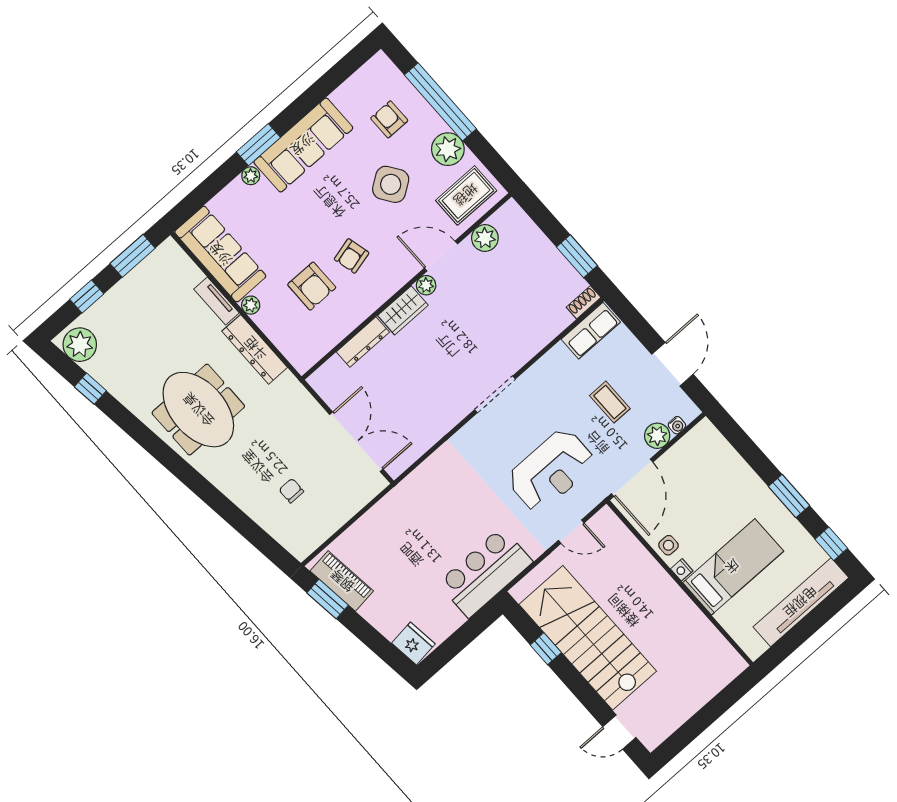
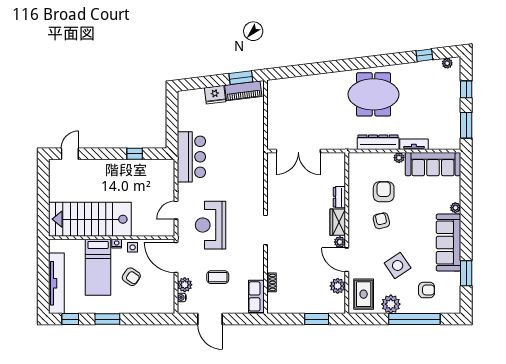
window: (258, 145) -> (466, 273), moved
door: (441, 256) -> (347, 260), swing flipped
window: (577, 256) -> (317, 319), moved
armchair: (312, 286) -> (384, 192), turned 90
shoe rack: (584, 302) -> (271, 282), moved
dresser: (363, 342) -> (339, 197), width x0.70
plant: (80, 345) -> (447, 63), width x0.53, depth x0.53
chair: (291, 491) -> (302, 104), removed
armchair: (708, 514) -> (131, 277), added
stairs: (588, 638) -> (90, 219), moved, turned 180
fridge: (413, 643) -> (215, 95), moved

